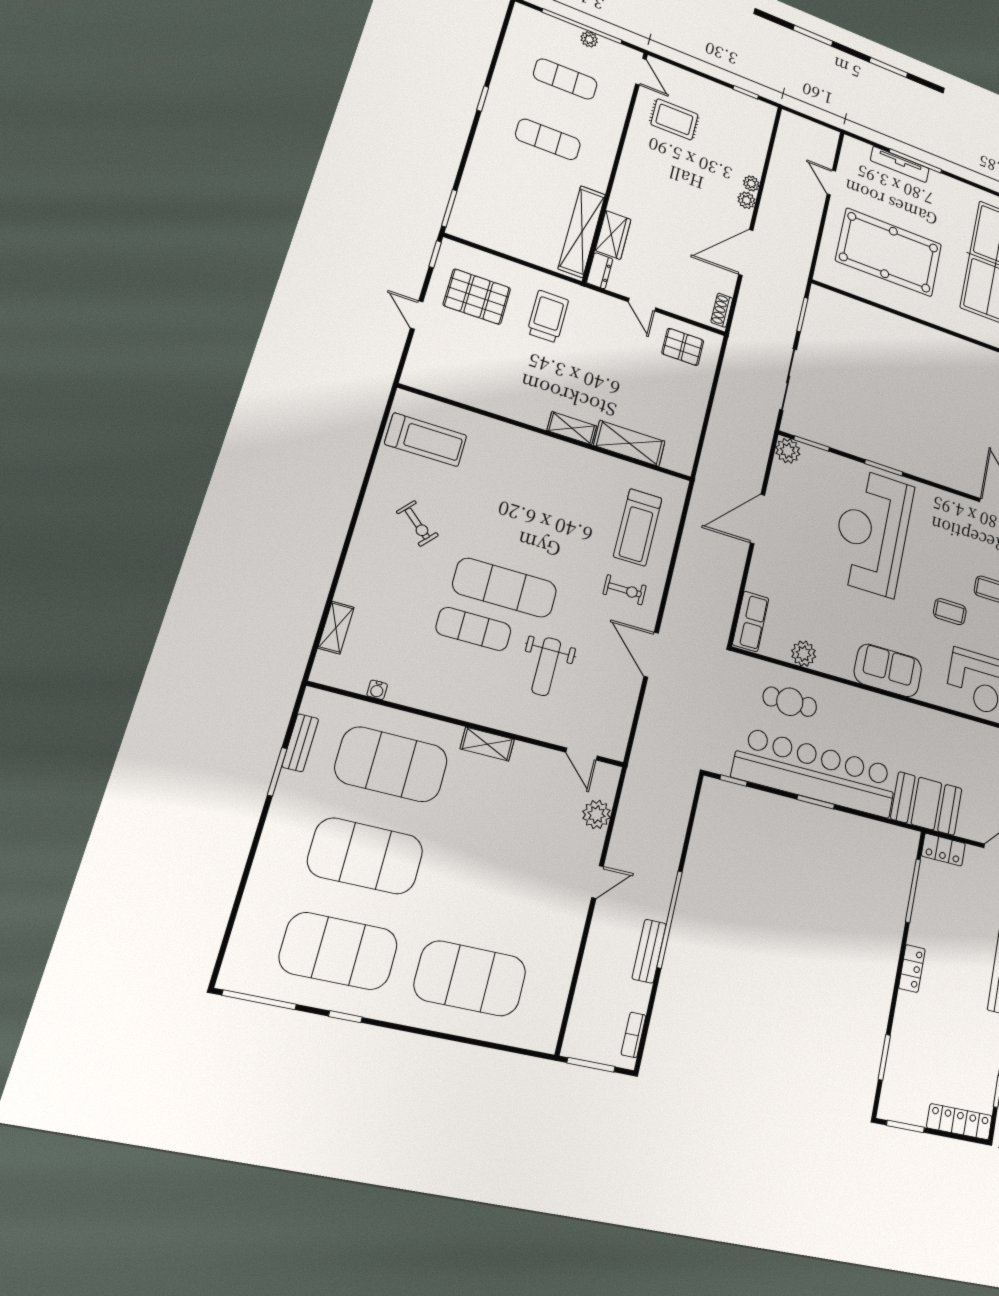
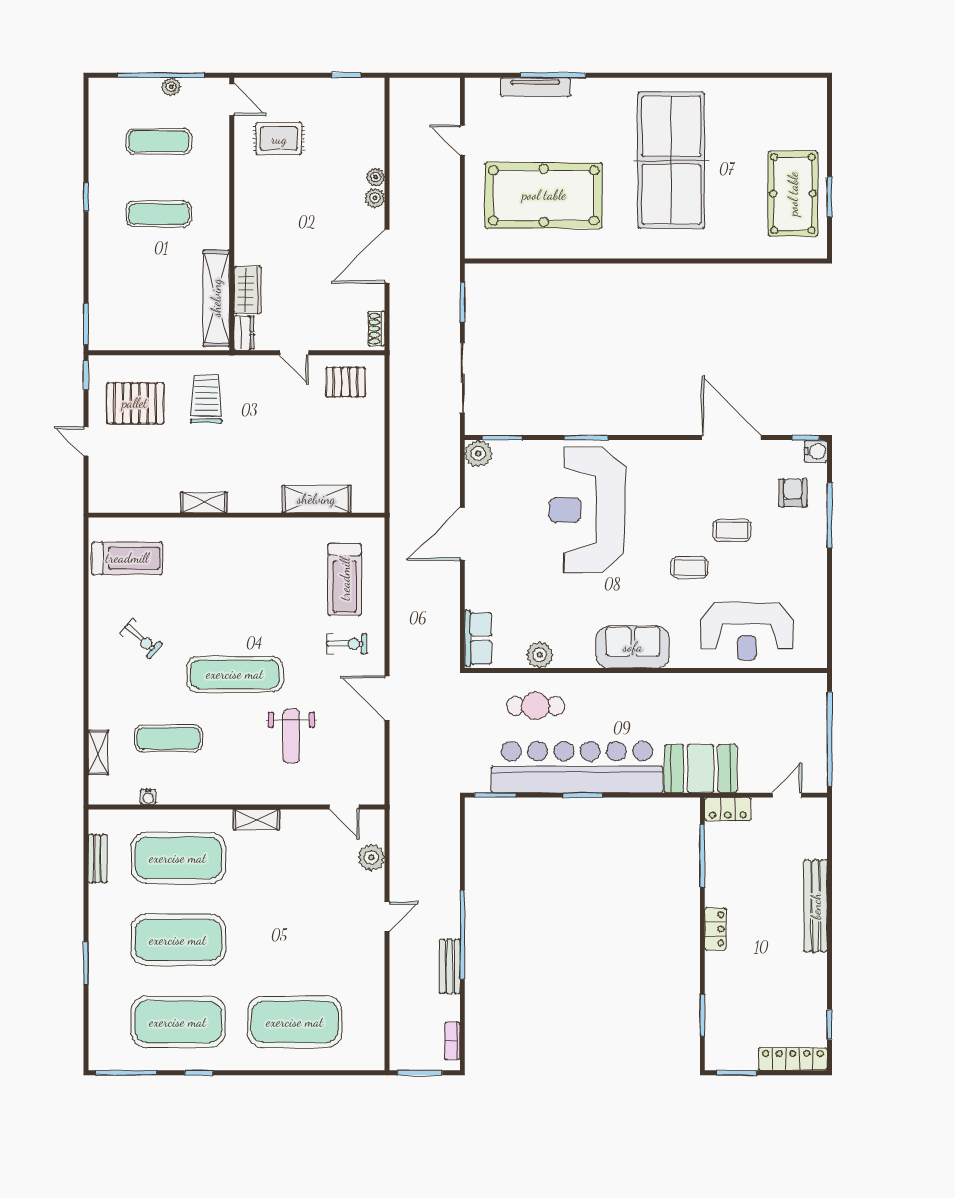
shelving: (572, 428) -> (204, 502), moved
exercise mat: (474, 629) -> (169, 738), moved
window: (277, 772) -> (86, 963), moved
window: (733, 781) -> (495, 795), width x1.50

